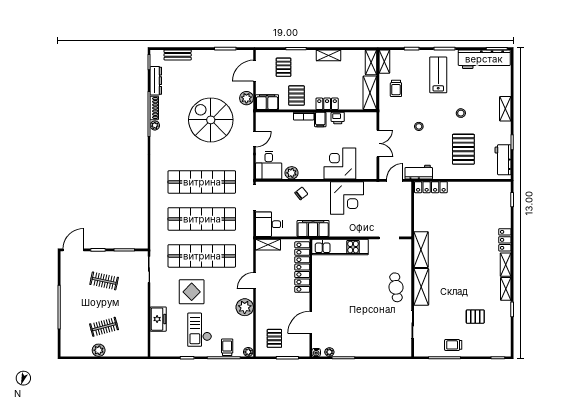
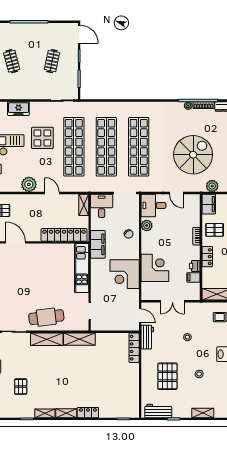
filing cabinet: (320, 120) -> (193, 277), moved
pallet: (463, 149) -> (167, 376), turned 90
cafe table: (396, 287) -> (46, 317), width x1.37, depth x1.35

